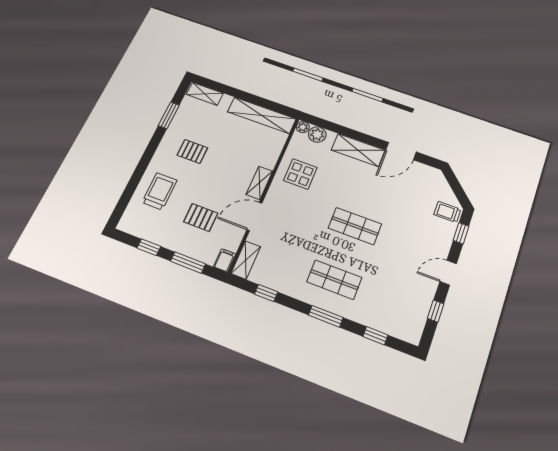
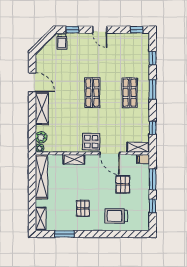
display table: (300, 174) -> (91, 142), moved
shelving: (259, 183) -> (74, 159), moved
window: (436, 311) -> (137, 30), moved

